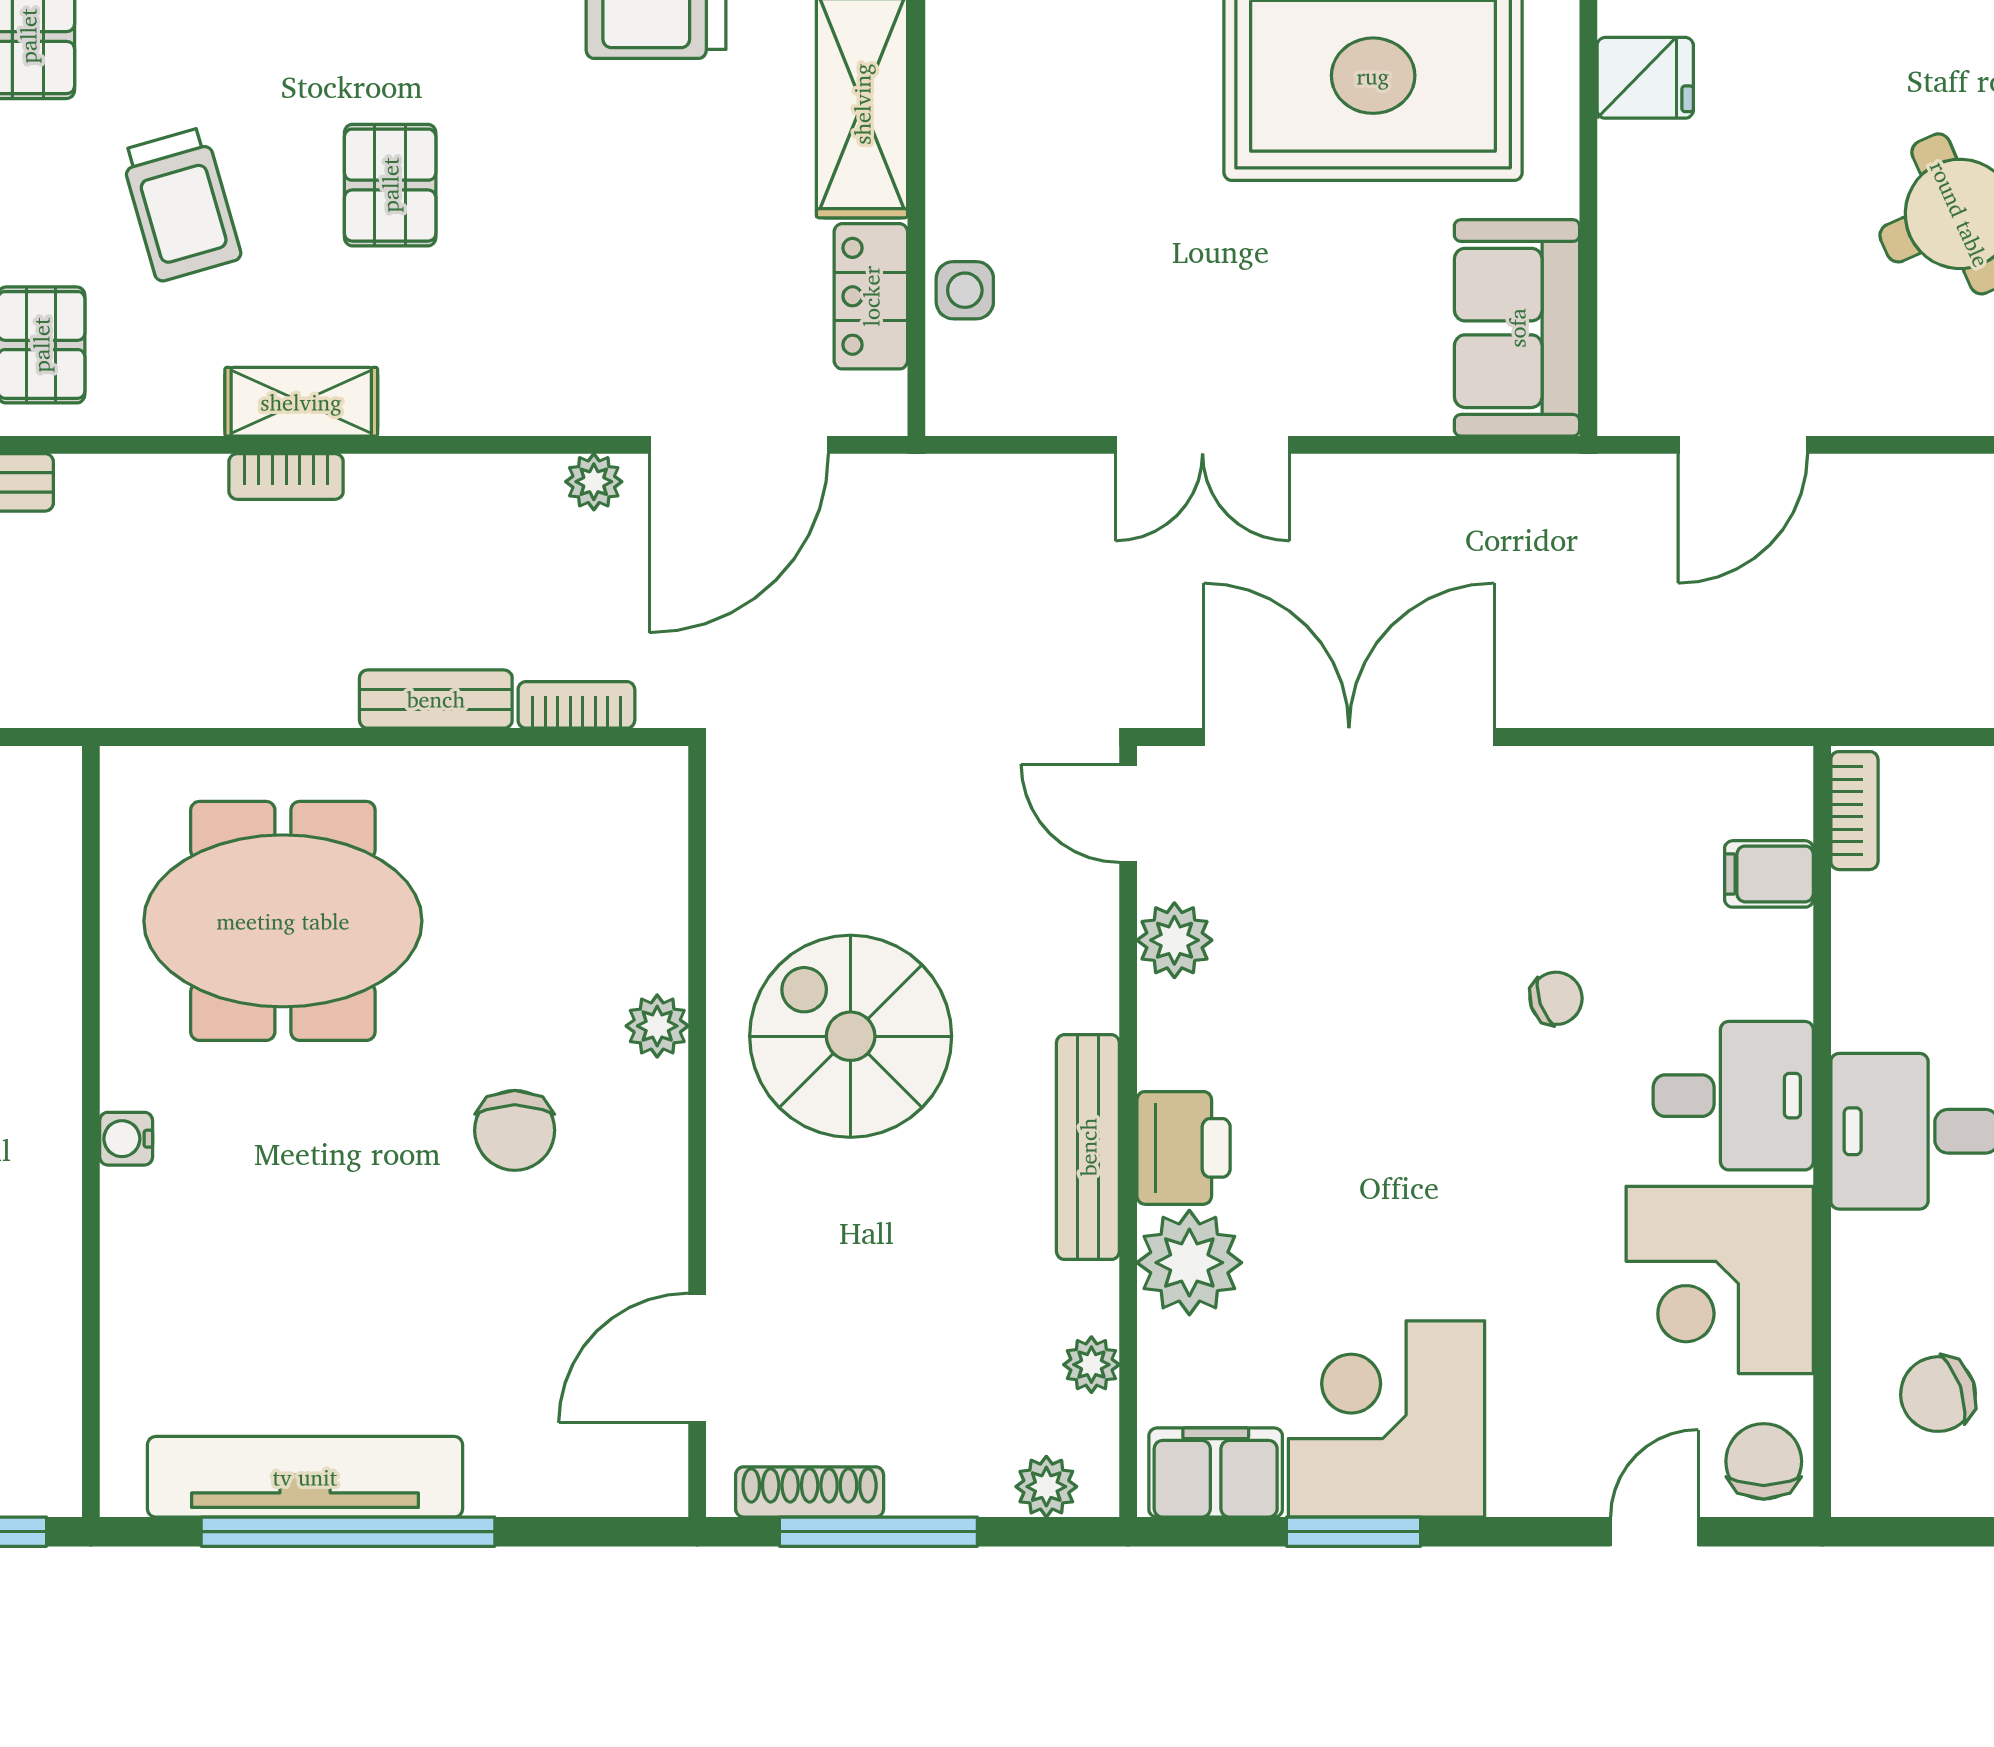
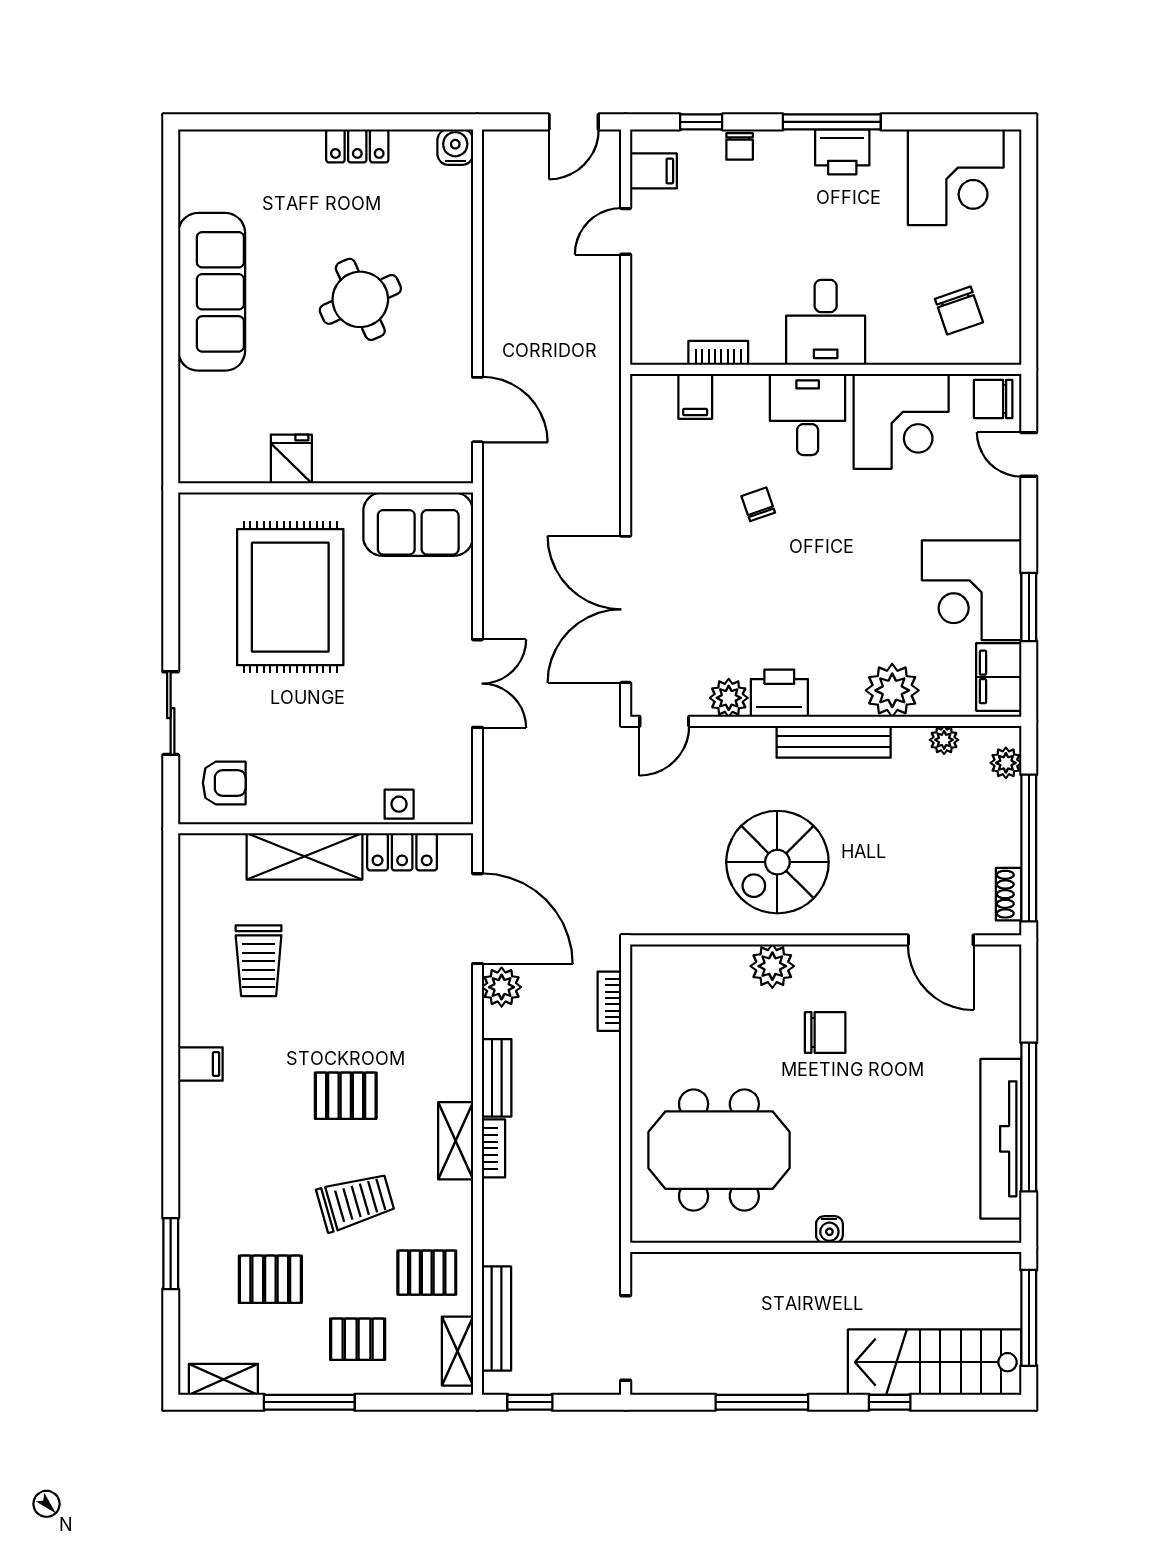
plant: (594, 482) -> (502, 987), width x1.38, depth x1.38
bench: (436, 699) -> (497, 1078), moved
bookcase: (1854, 811) -> (718, 353), moved
meeting table: (283, 921) -> (719, 1150), turned 90
plant: (657, 1026) -> (772, 966), width x1.38, depth x1.38
printer: (1184, 1148) -> (779, 693), moved
shoe rack: (810, 1492) -> (1009, 894), width x0.70
window: (878, 1532) -> (1029, 848), width x1.46

